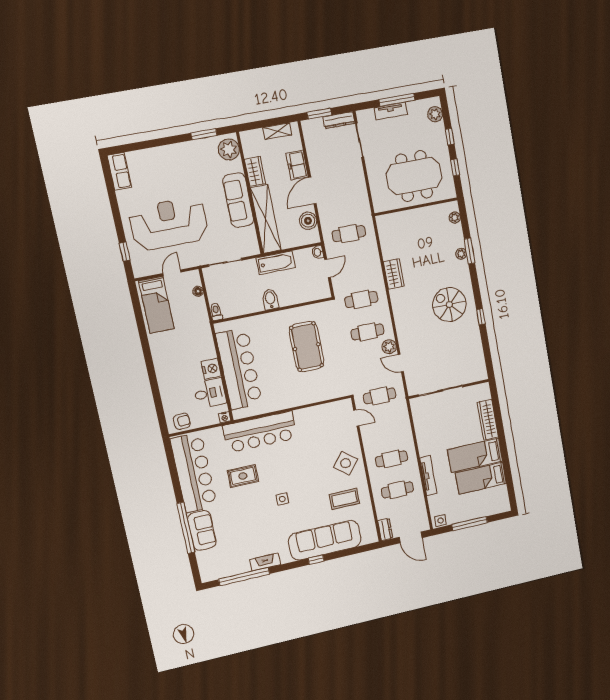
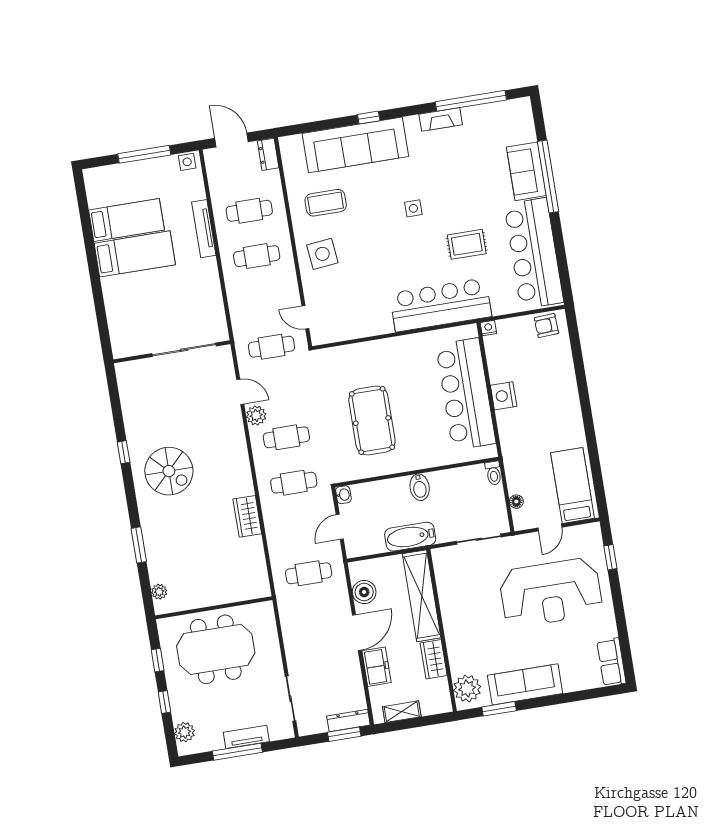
dresser: (339, 120) -> (348, 720), moved
sofa: (238, 200) -> (525, 684), moved, turned -90
washbasin: (318, 252) -> (343, 495), moved
plant: (461, 254) -> (151, 541), removed
desk: (210, 393) -> (507, 362), removed
wardrobe: (488, 420) -> (115, 305), removed
side table: (346, 463) -> (322, 254), turned 45

